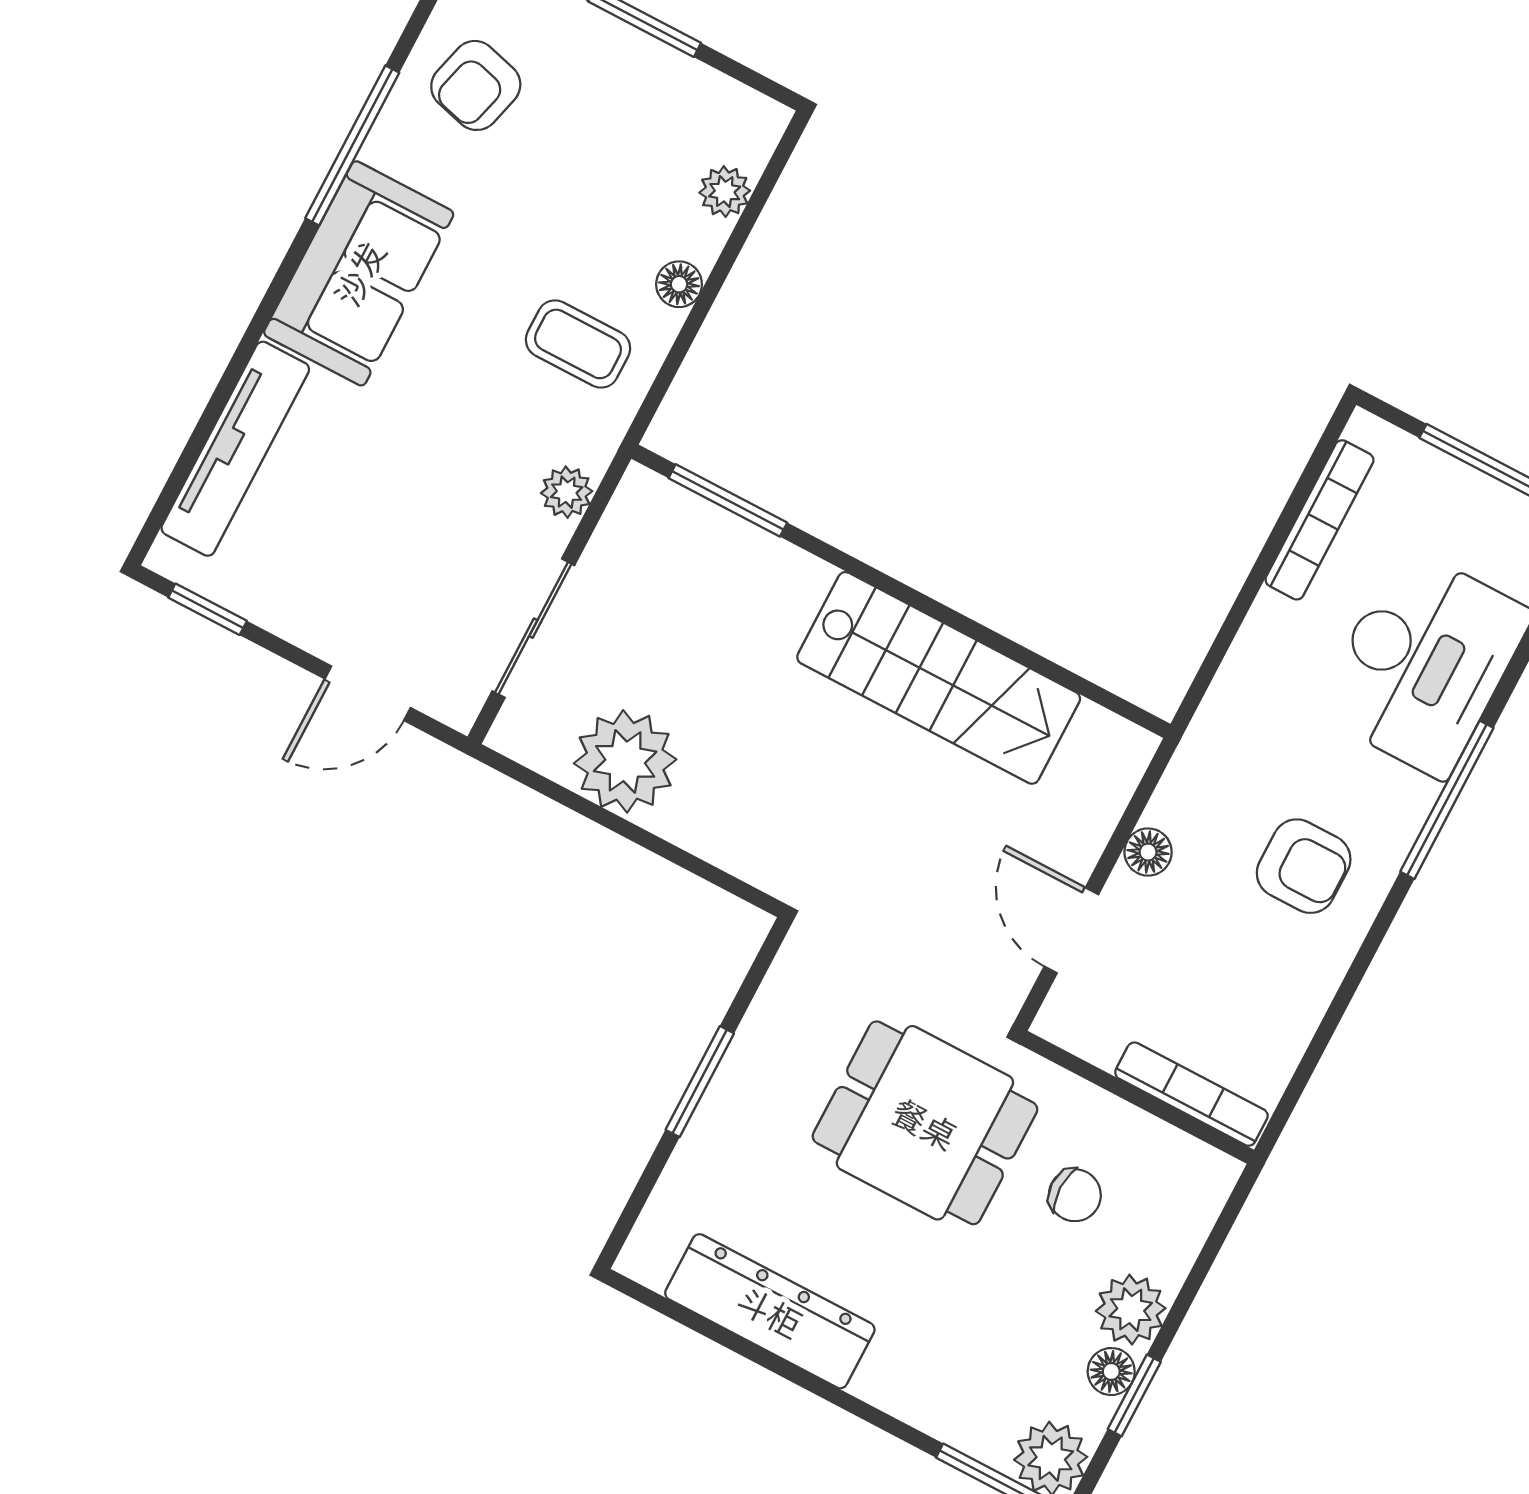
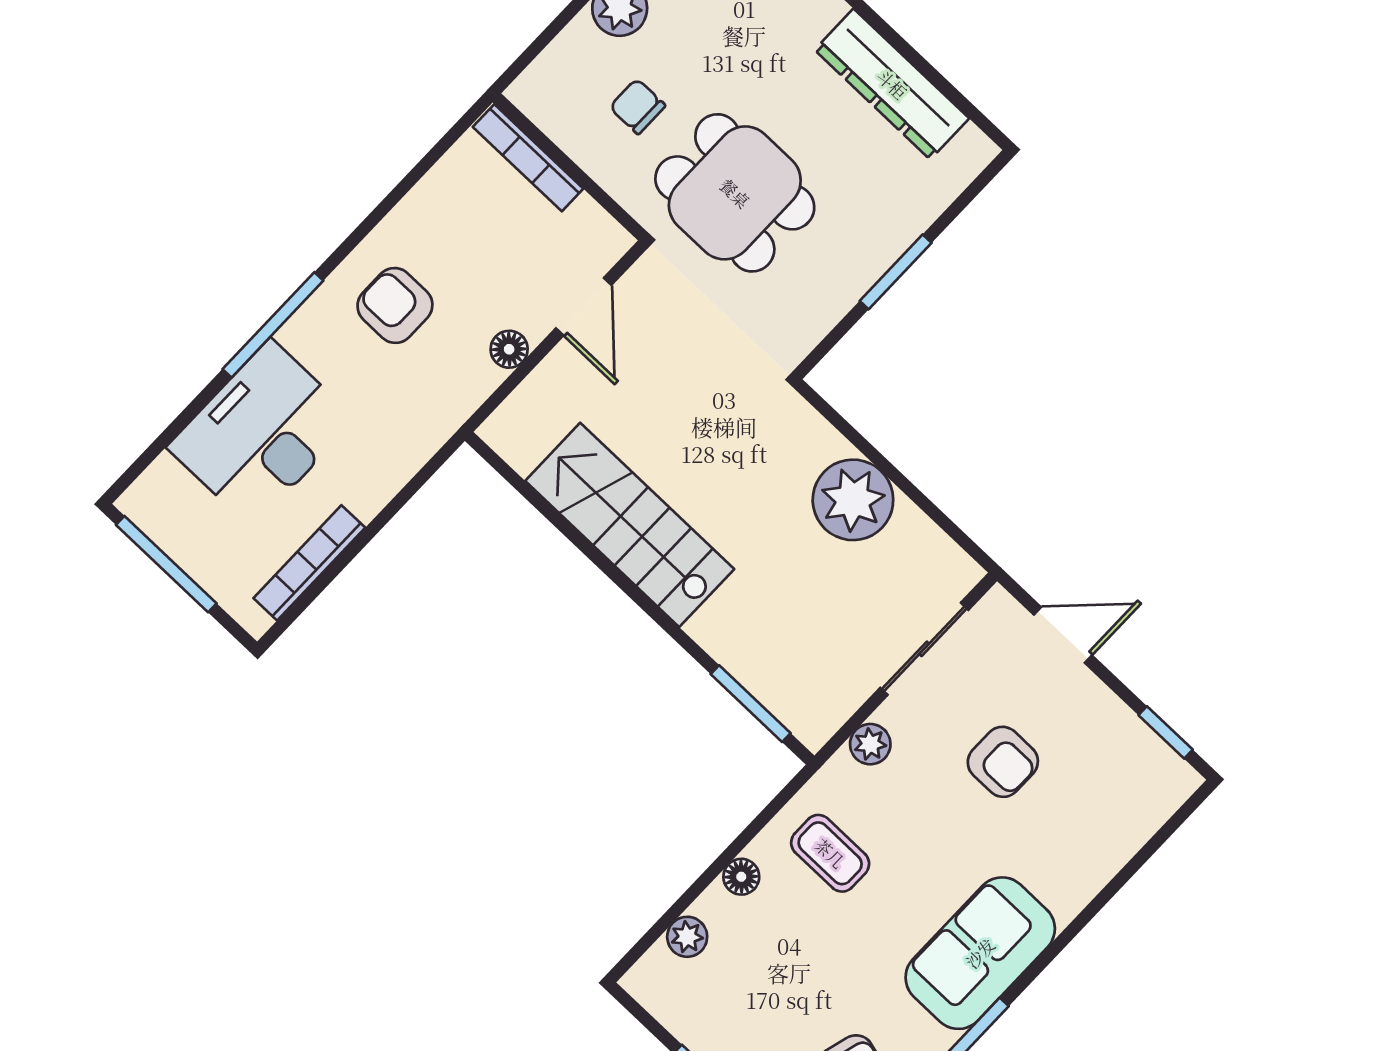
tv unit: (235, 449) -> (1111, 847), removed
armchair: (398, 517) -> (1003, 762), added
plant: (625, 761) -> (853, 500), moved

